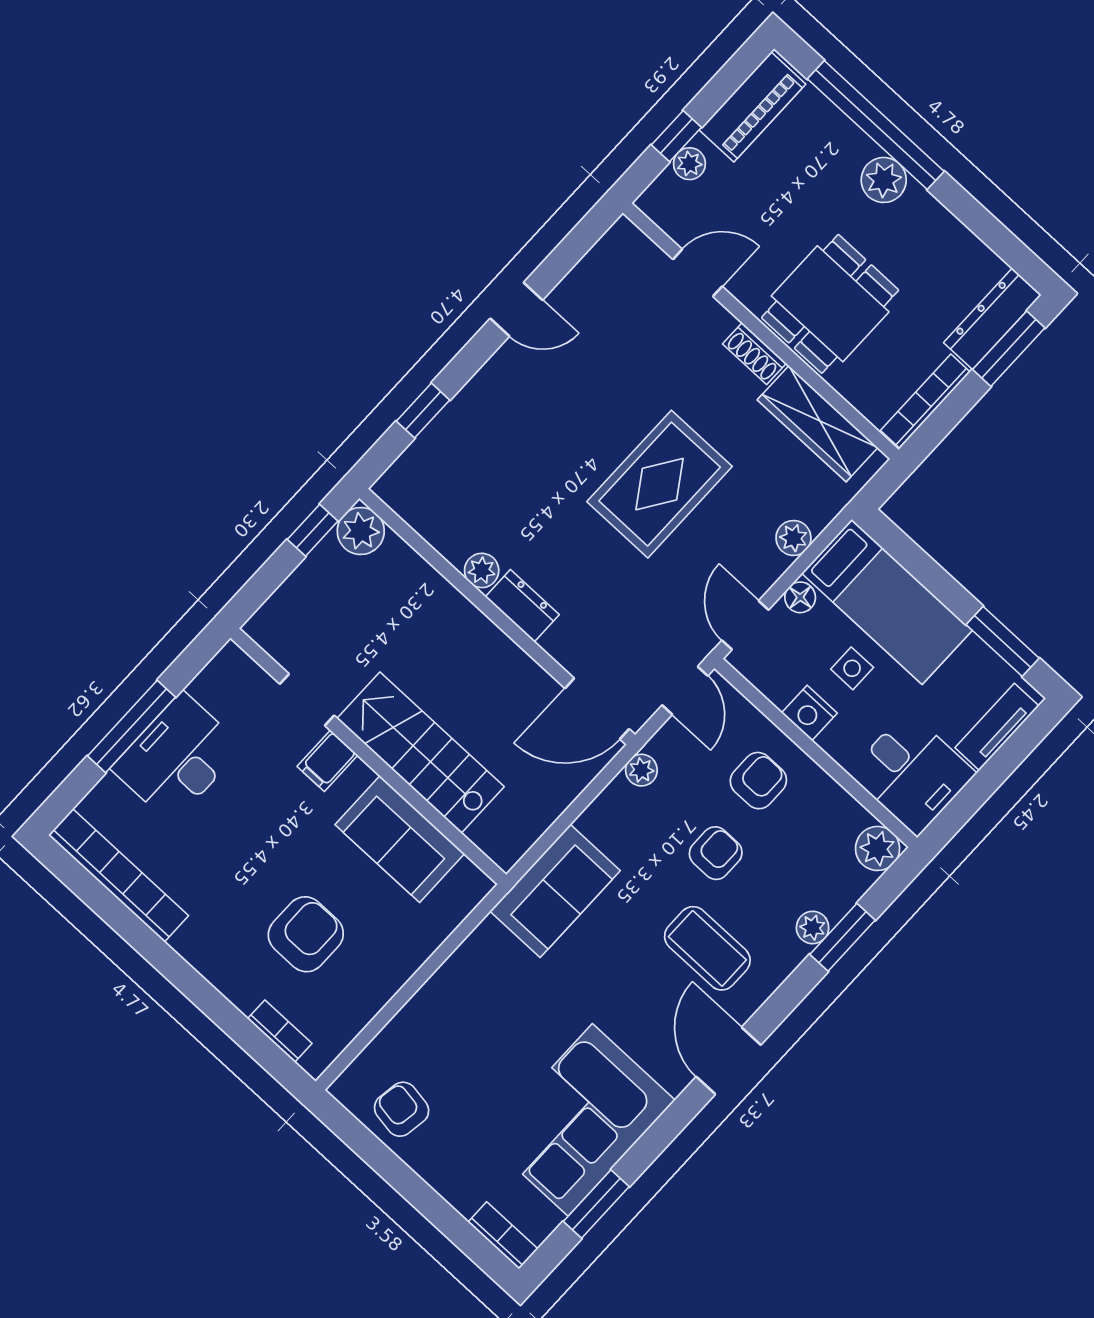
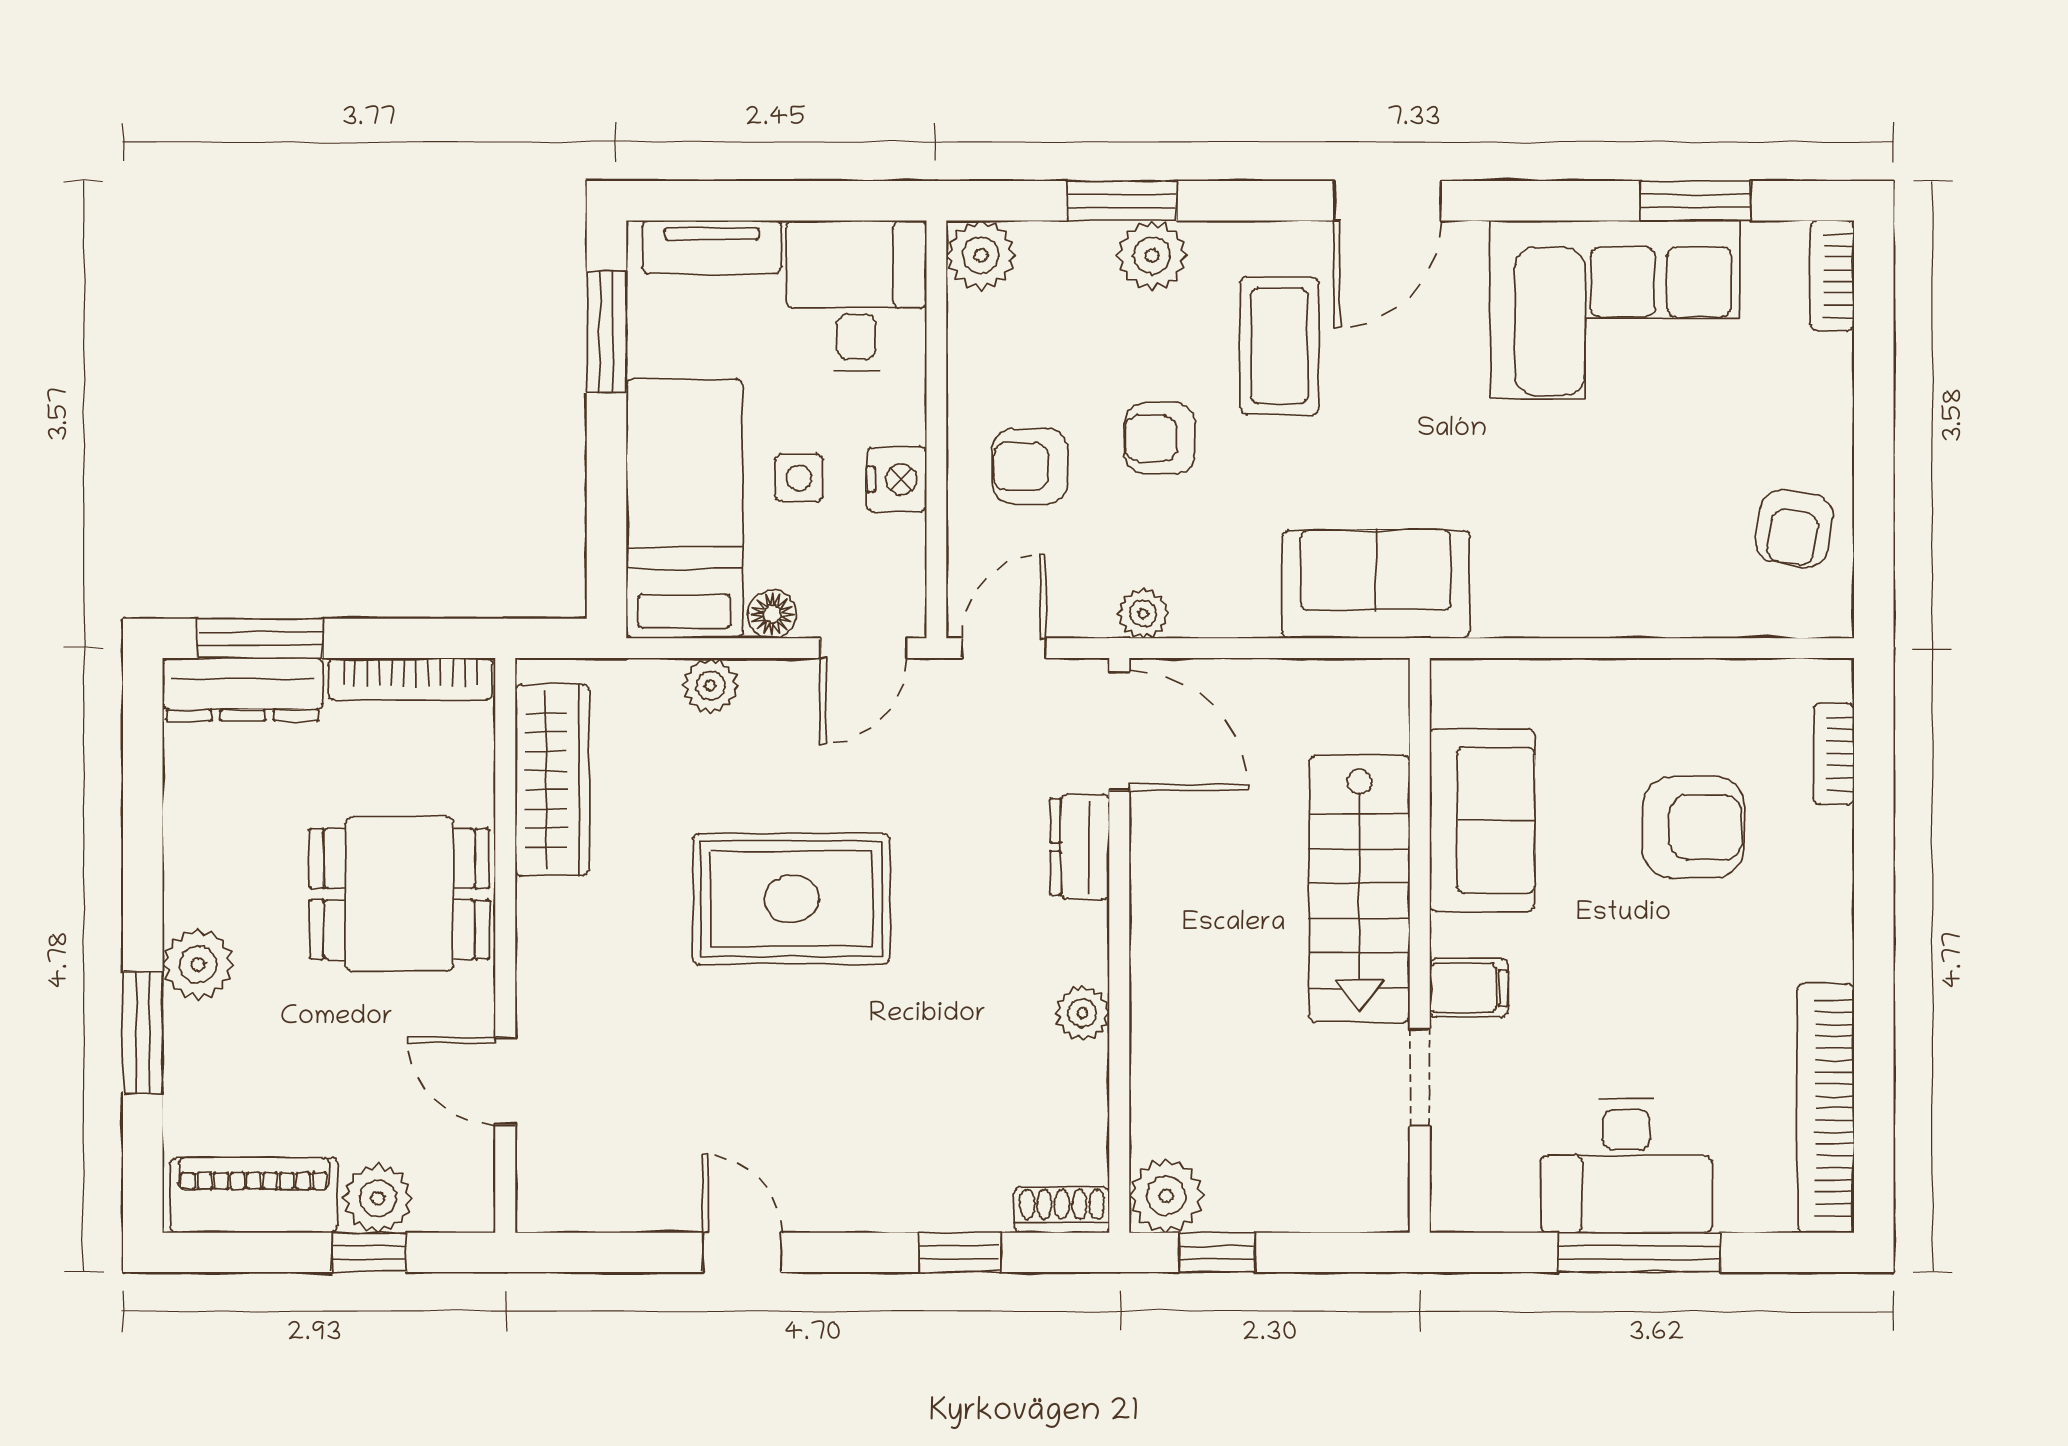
window: (876, 125) -> (143, 1033), width x0.47
plant: (689, 164) -> (378, 1198), width x1.38, depth x1.38
shoe rack: (754, 354) -> (1062, 1210), moved, turned -90
dresser: (522, 606) -> (1080, 847), moved
plant: (813, 928) -> (1152, 255), width x1.38, depth x1.38
armchair: (306, 934) -> (1693, 827), turned 180

